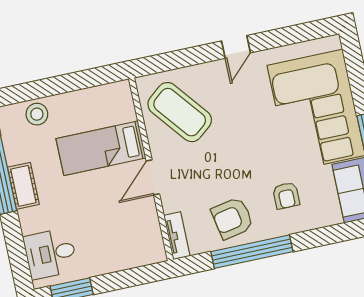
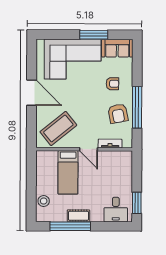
door: (236, 47) -> (32, 93), width x1.87
tv unit: (177, 236) -> (110, 144), moved

